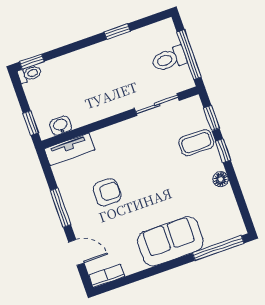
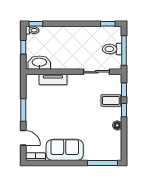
window: (117, 32) -> (108, 24), moved
window: (31, 123) -> (23, 47), moved
washbasin: (61, 126) -> (39, 63), width x1.91, depth x1.45
tv unit: (70, 149) -> (53, 79), moved
armchair: (107, 192) -> (52, 111), removed
sofa: (170, 241) -> (65, 150), moved

